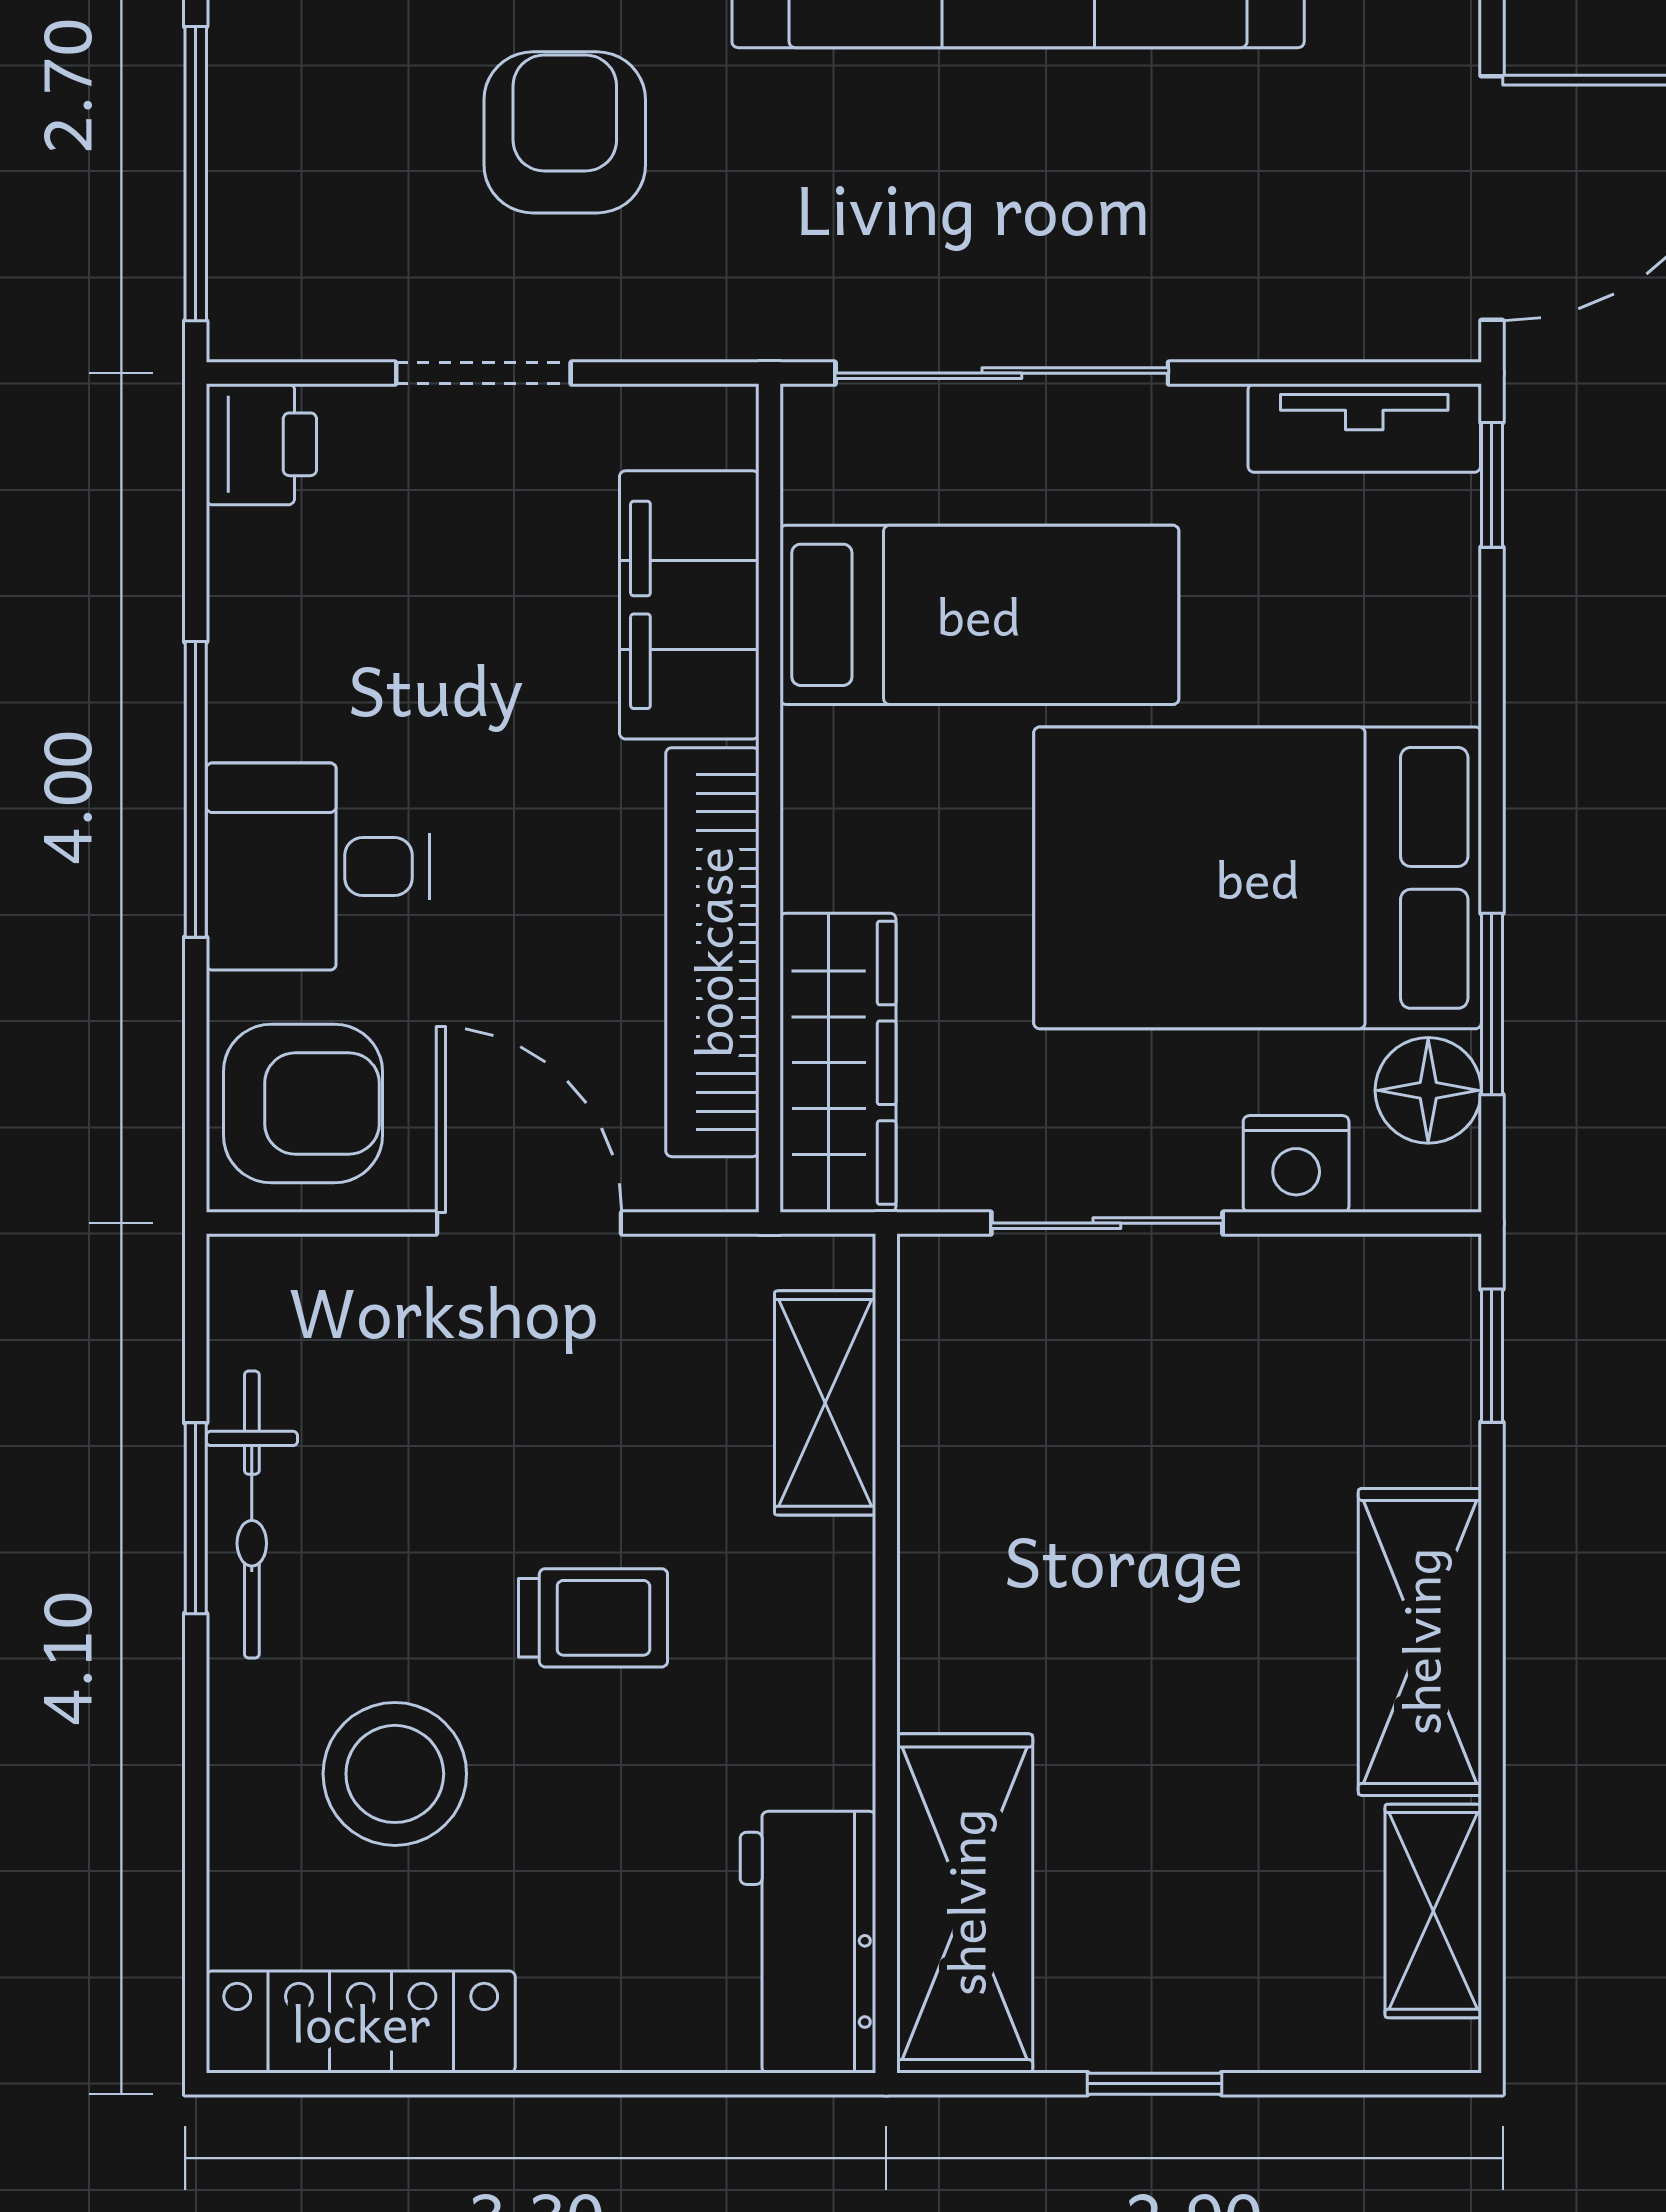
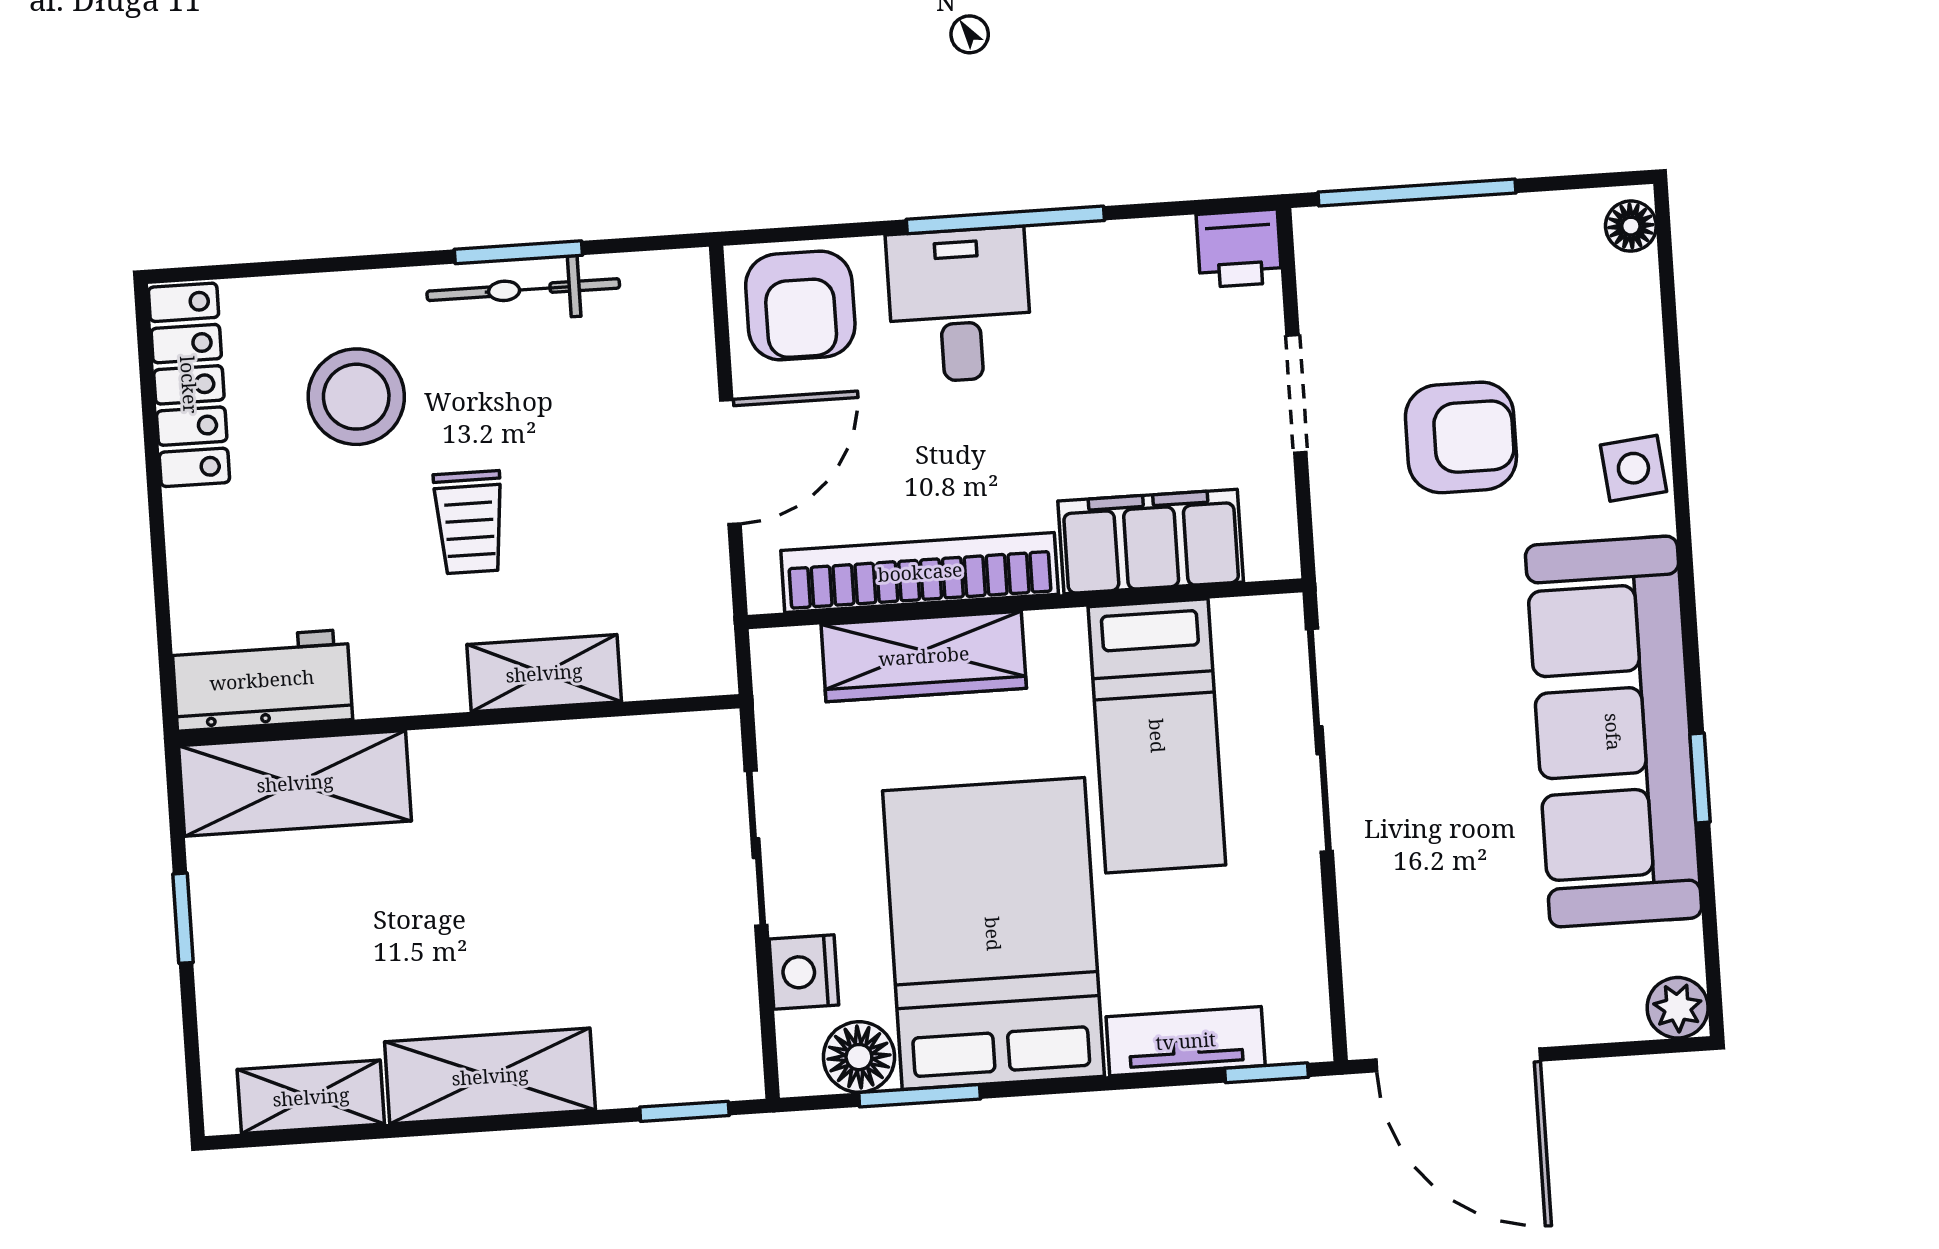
tv unit: (1364, 428) -> (1186, 1041), moved, turned 90
wardrobe: (838, 1063) -> (924, 656), moved
shelving: (825, 1403) -> (544, 673), moved

